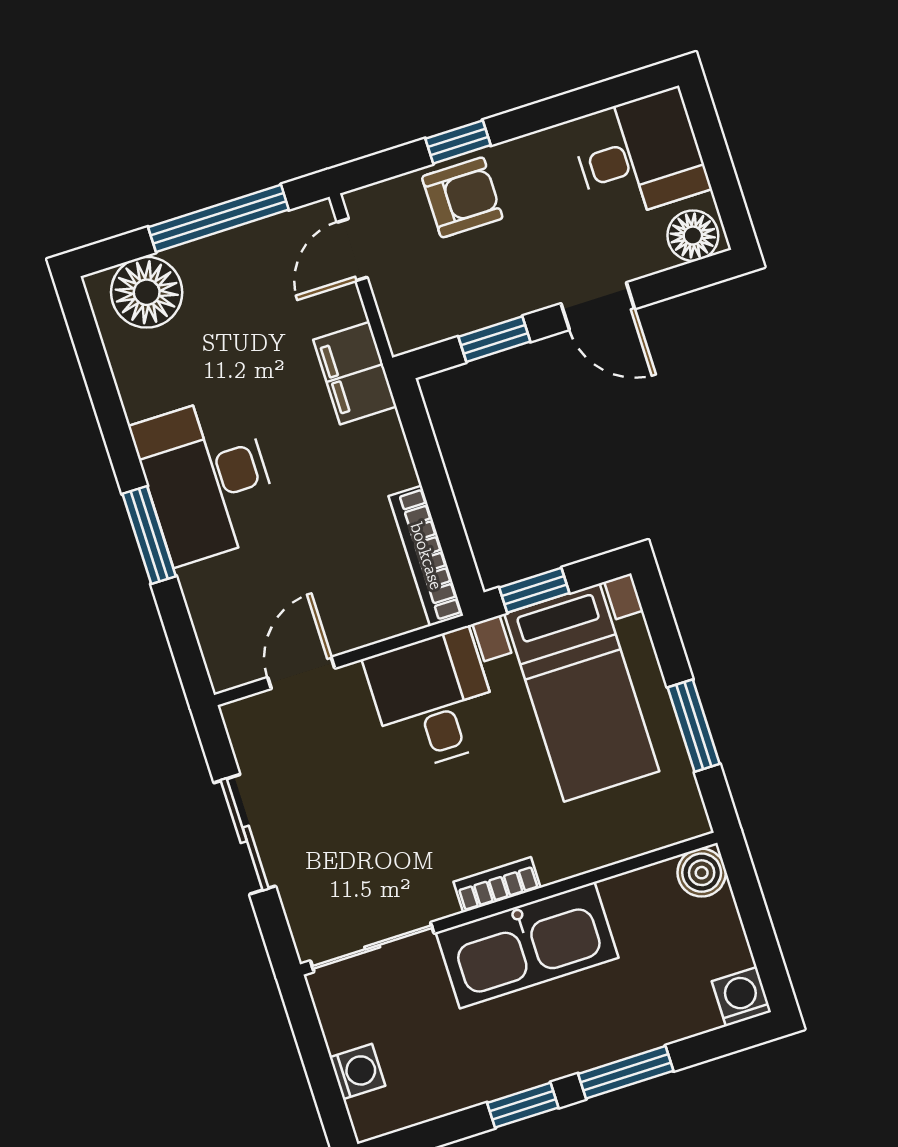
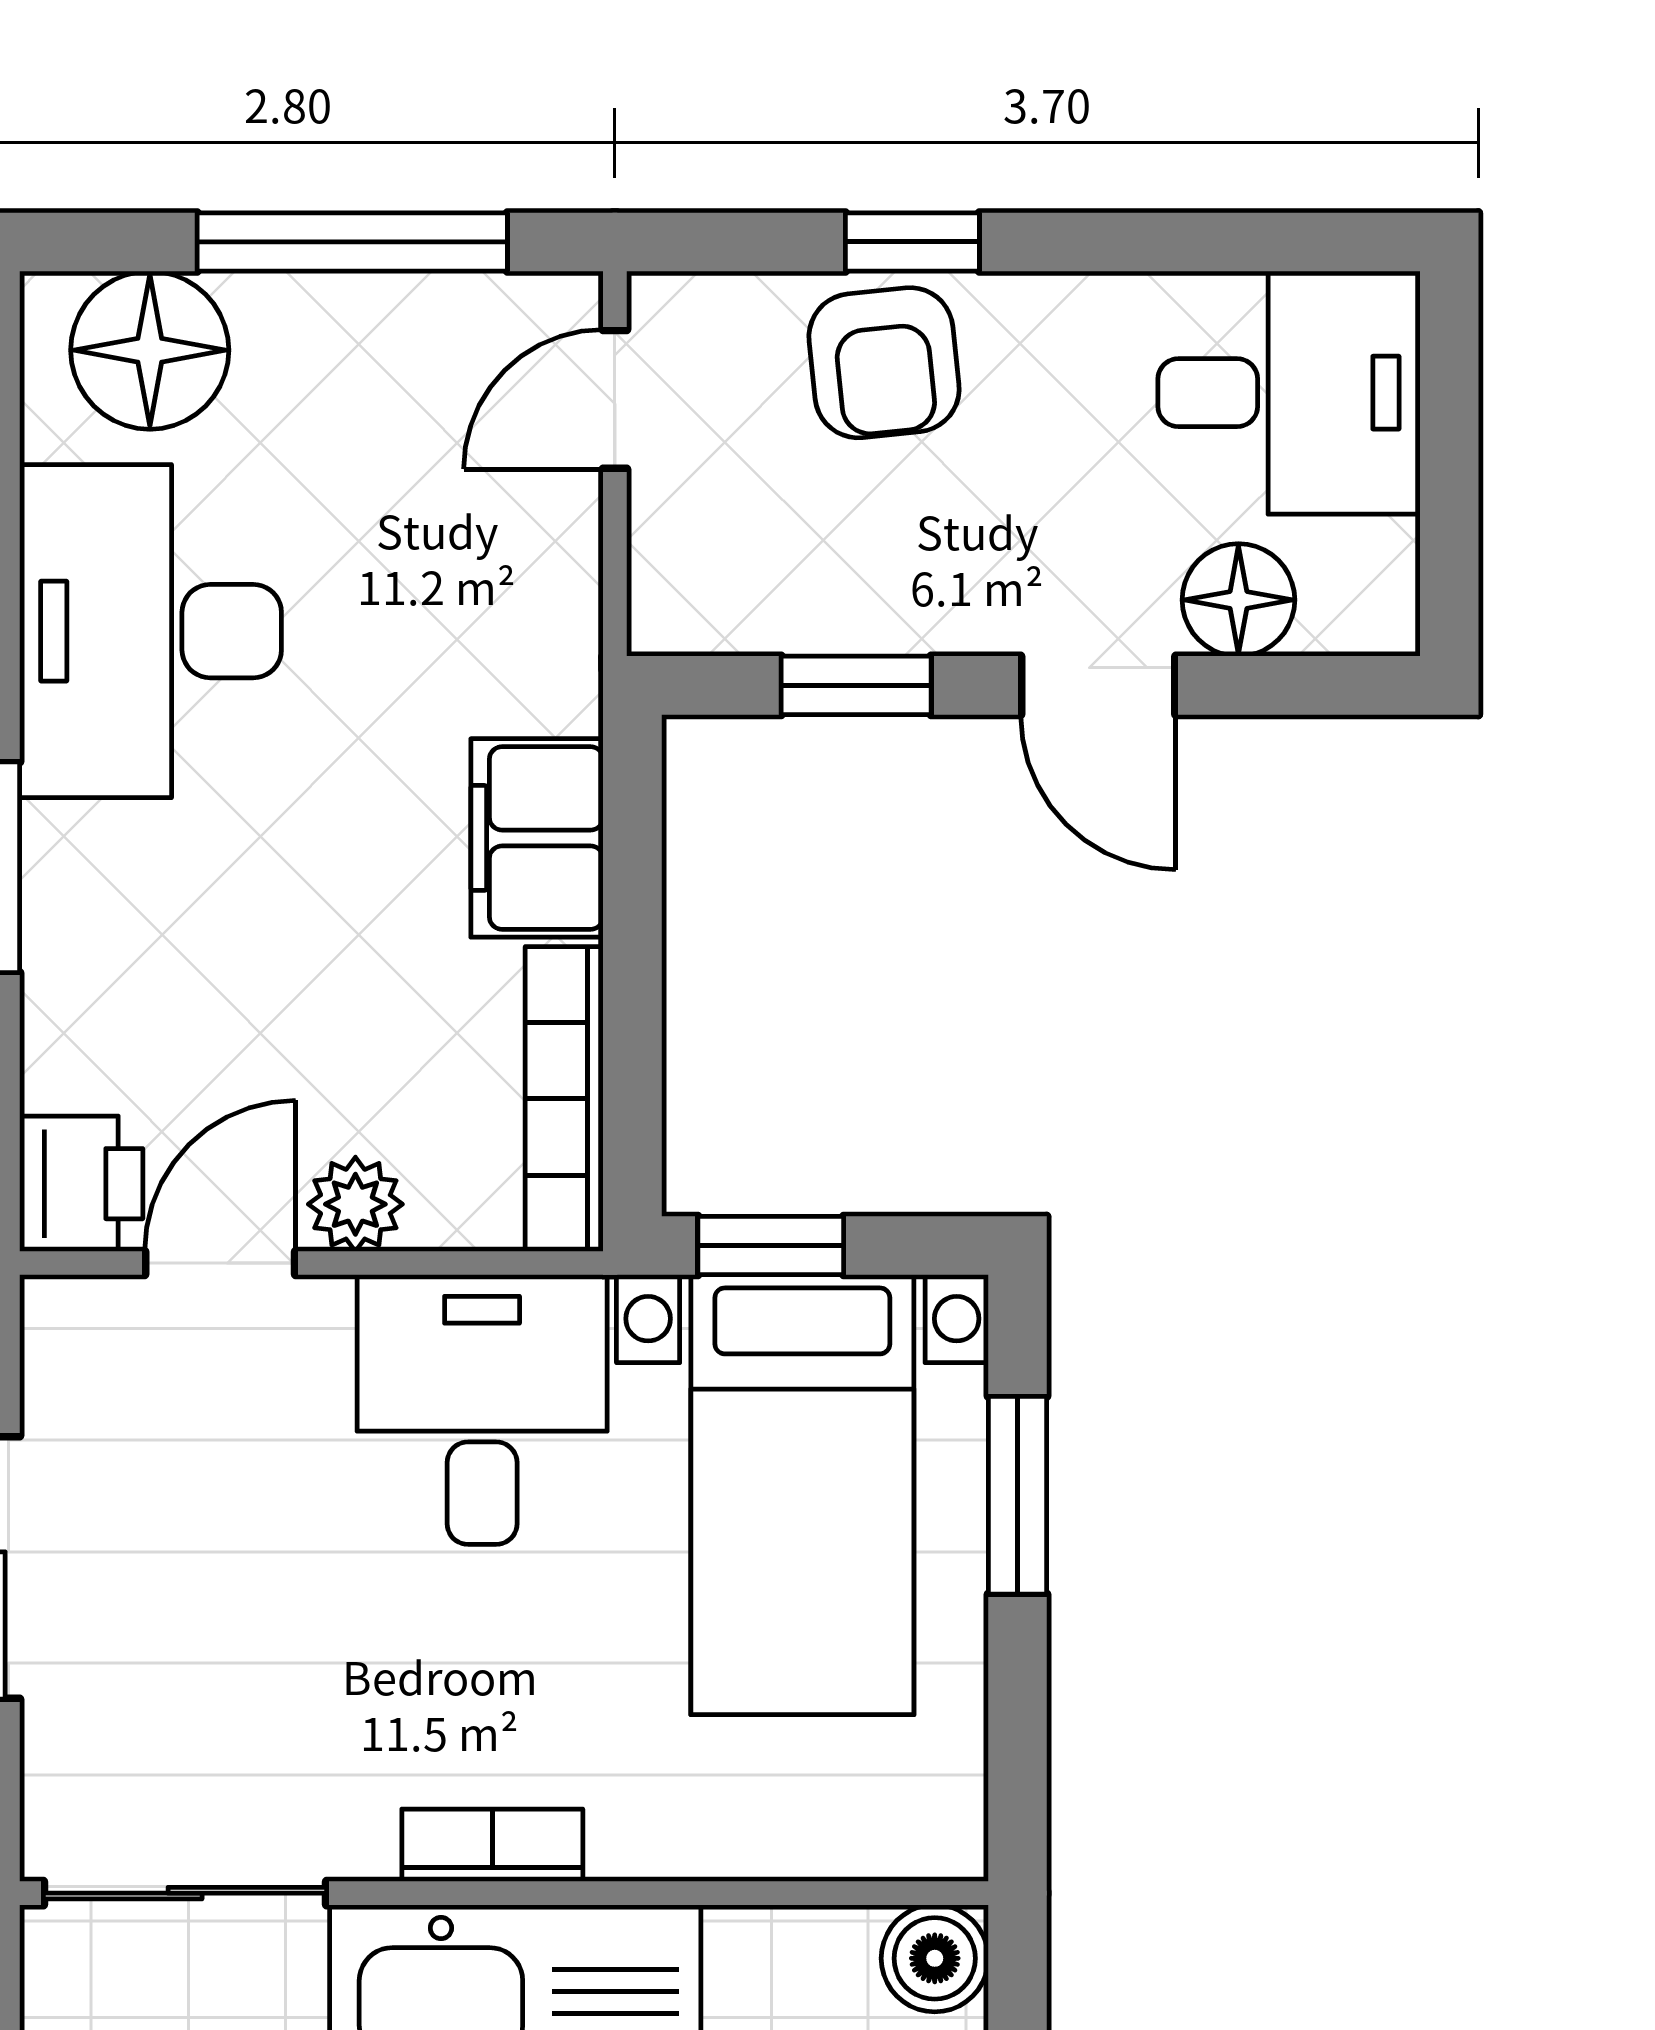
armchair: (462, 197) -> (884, 363), turned 84
floor lamp: (693, 236) -> (1238, 600), moved
filing cabinet: (355, 373) -> (537, 838), moved
desk: (207, 479) -> (151, 631), moved
plant: (351, 629) -> (355, 1204), added
printer: (231, 658) -> (81, 1184), added
window: (694, 726) -> (1017, 1495), moved

